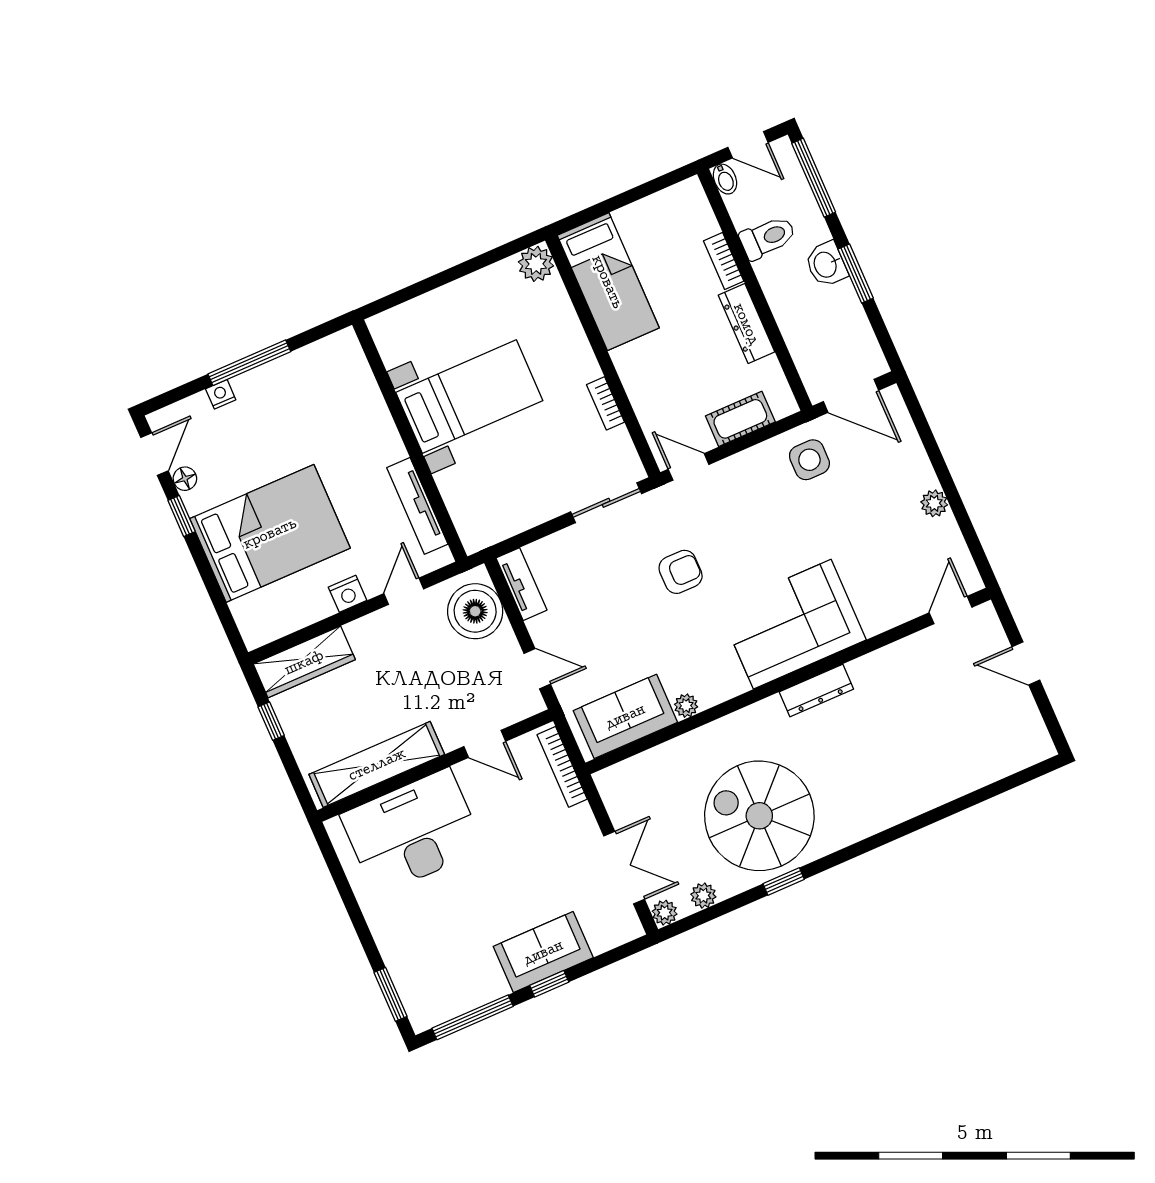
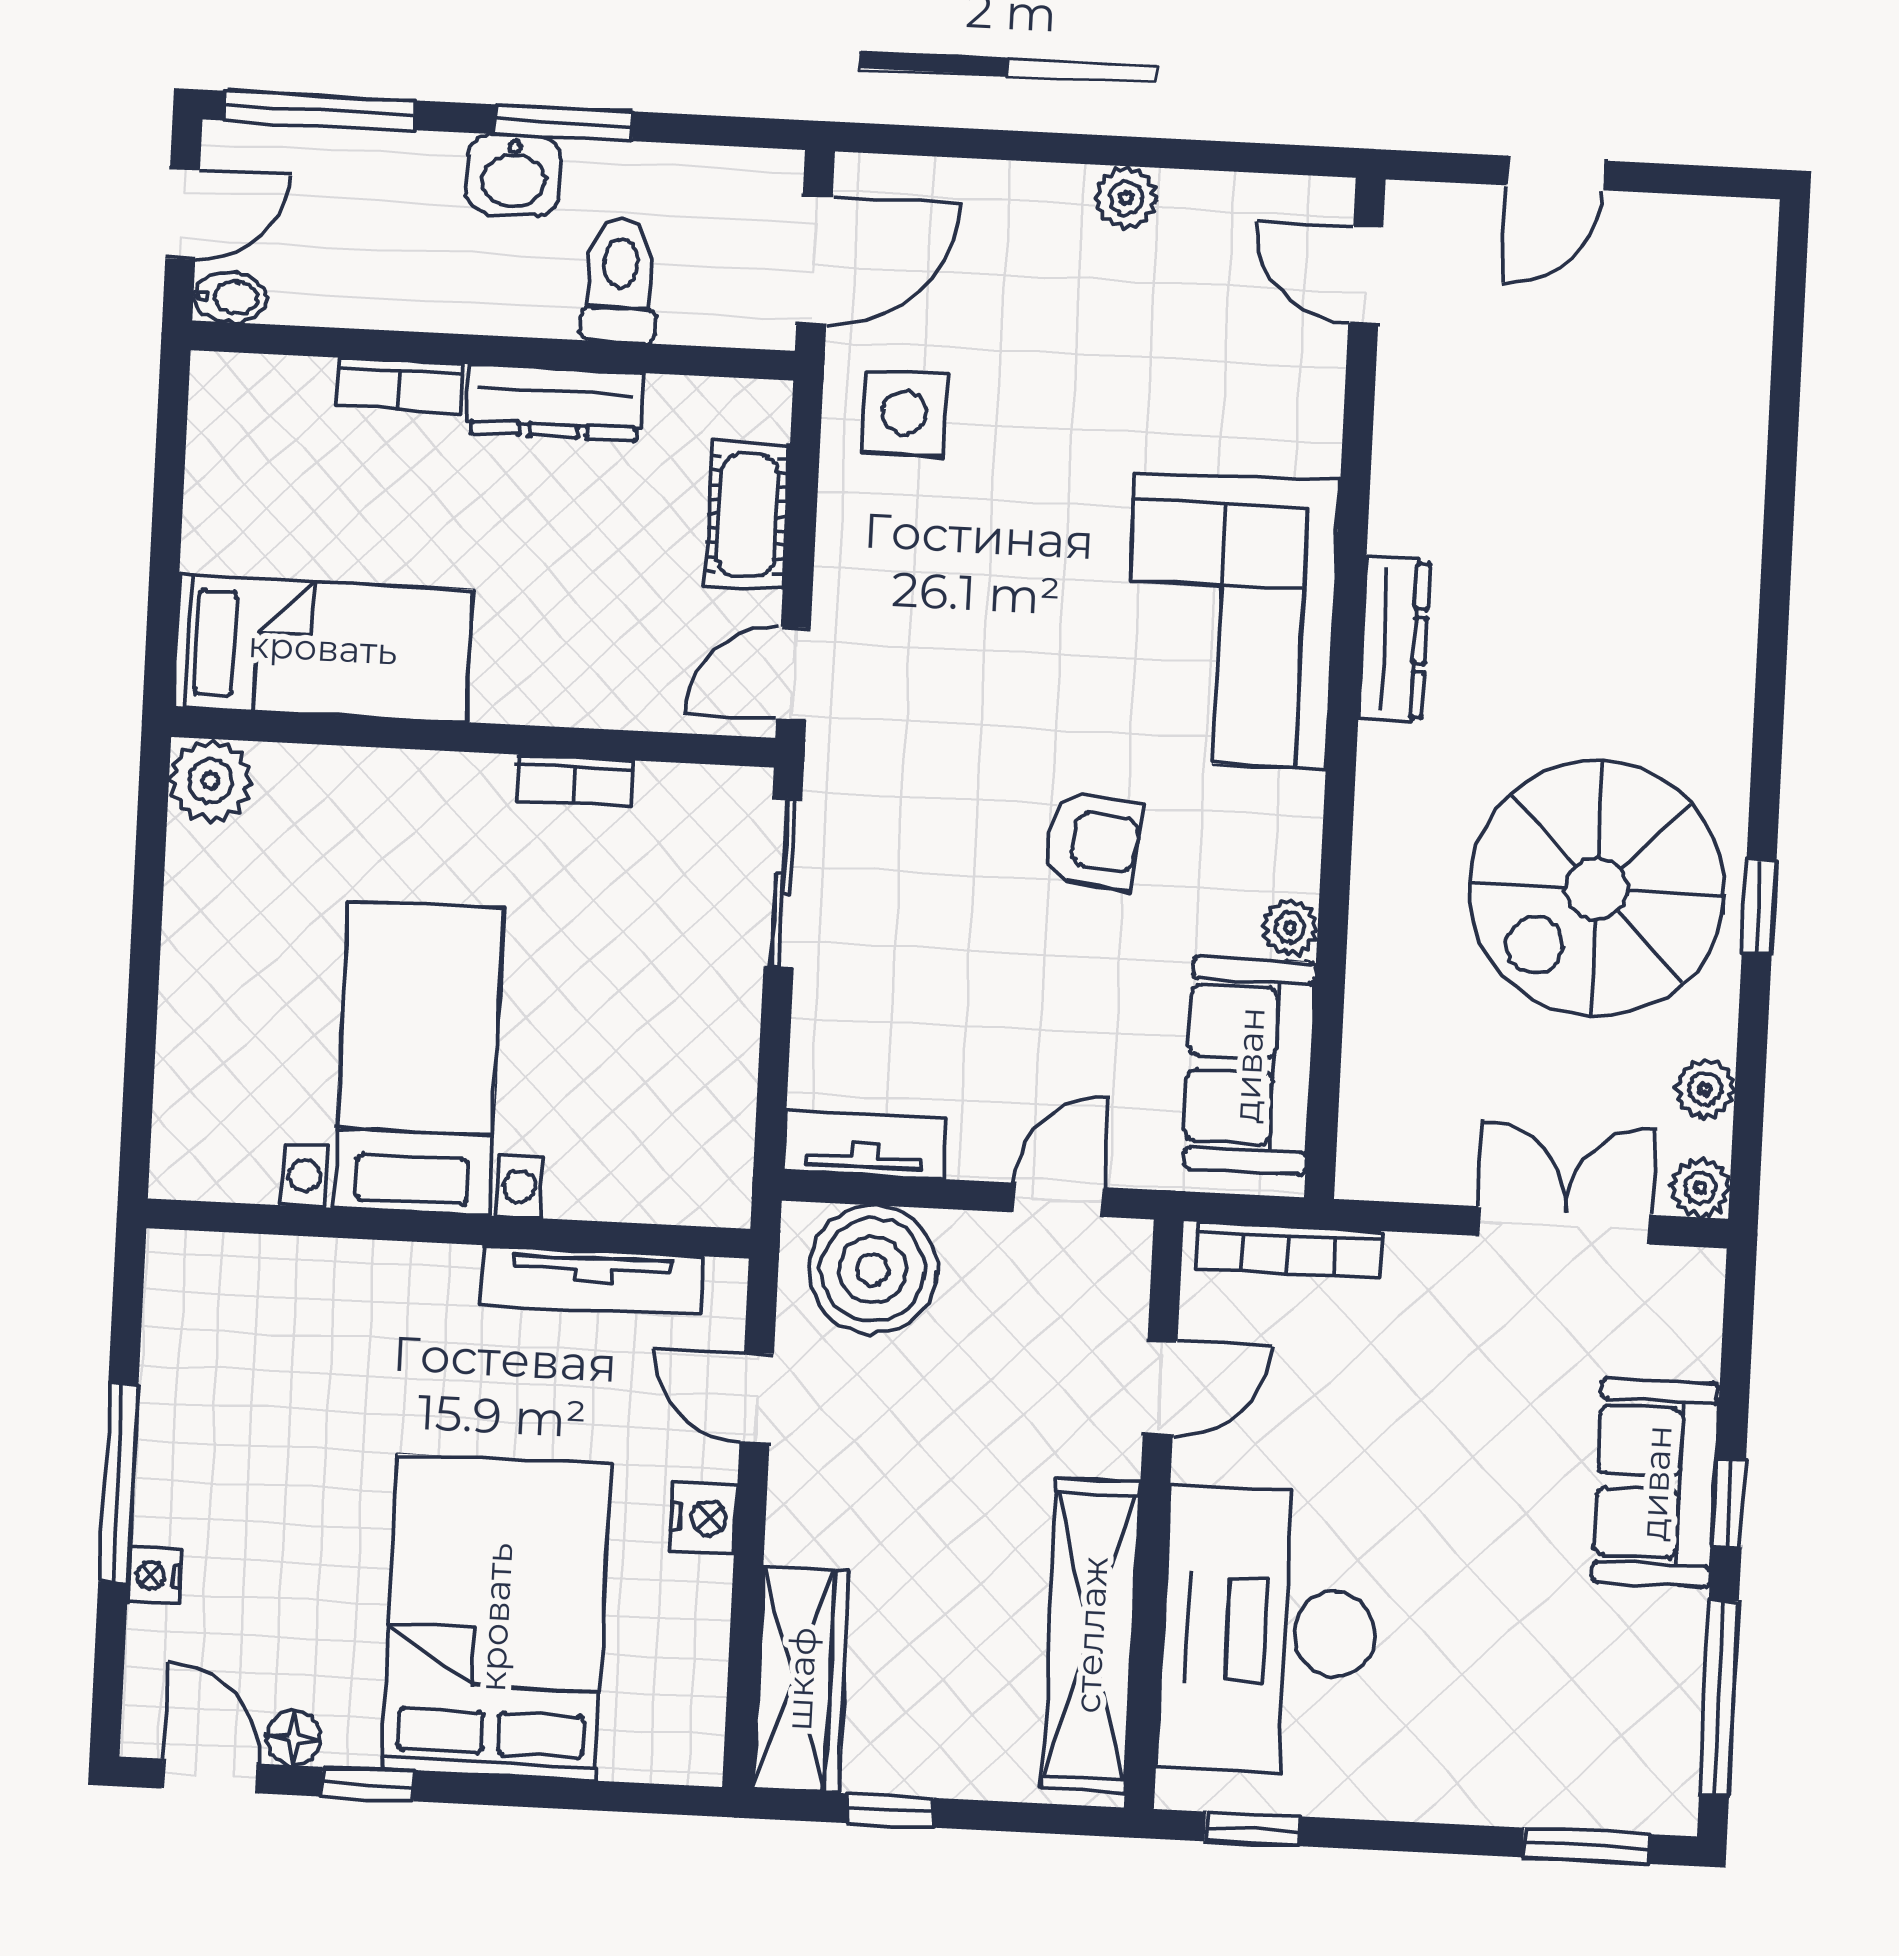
toilet: (768, 238) -> (620, 280), moved
armchair: (681, 572) -> (1092, 840), moved, turned 97
window: (333, 863) -> (1252, 1829), added

